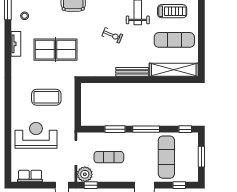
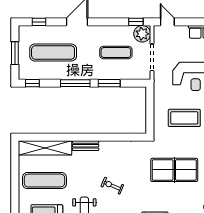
bench: (132, 72) -> (86, 146), width x0.73
exercise mat: (166, 157) -> (53, 53), turned 90

